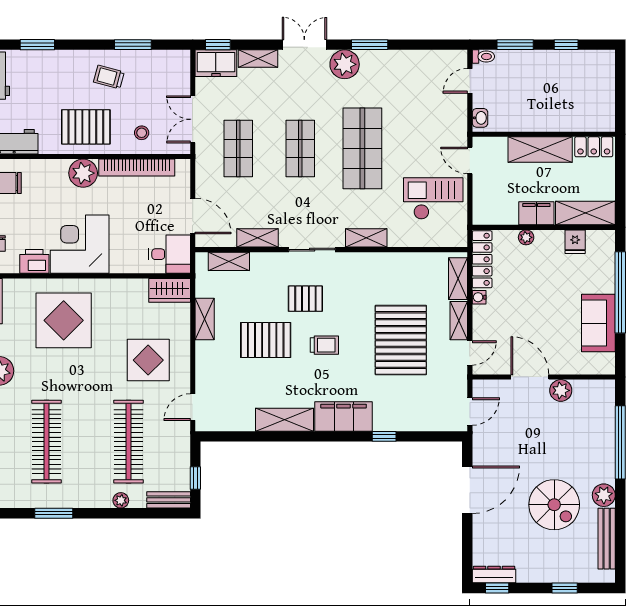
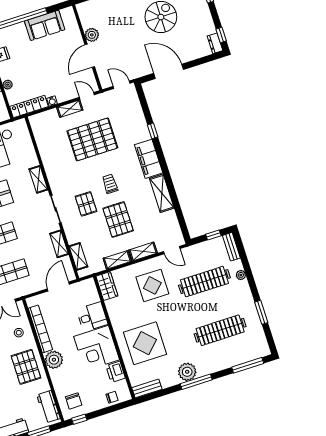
desk: (169, 254) -> (92, 317), moved, turned 90
shelving: (458, 279) -> (143, 252), moved
dresser: (494, 575) -> (215, 43), width x0.70

